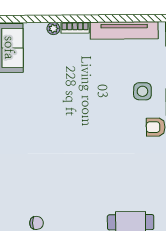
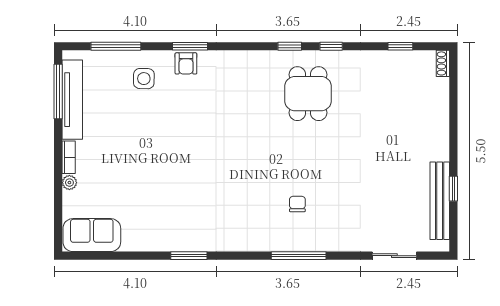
window: (131, 18) -> (58, 91), added

